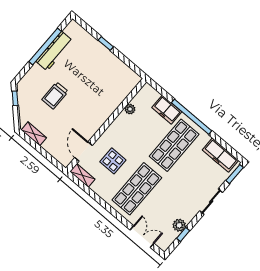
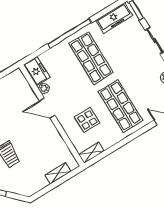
freezer: (167, 110) -> (37, 71), moved, turned -90
shelving: (34, 134) -> (58, 173), moved
door: (84, 152) -> (47, 108), moved

